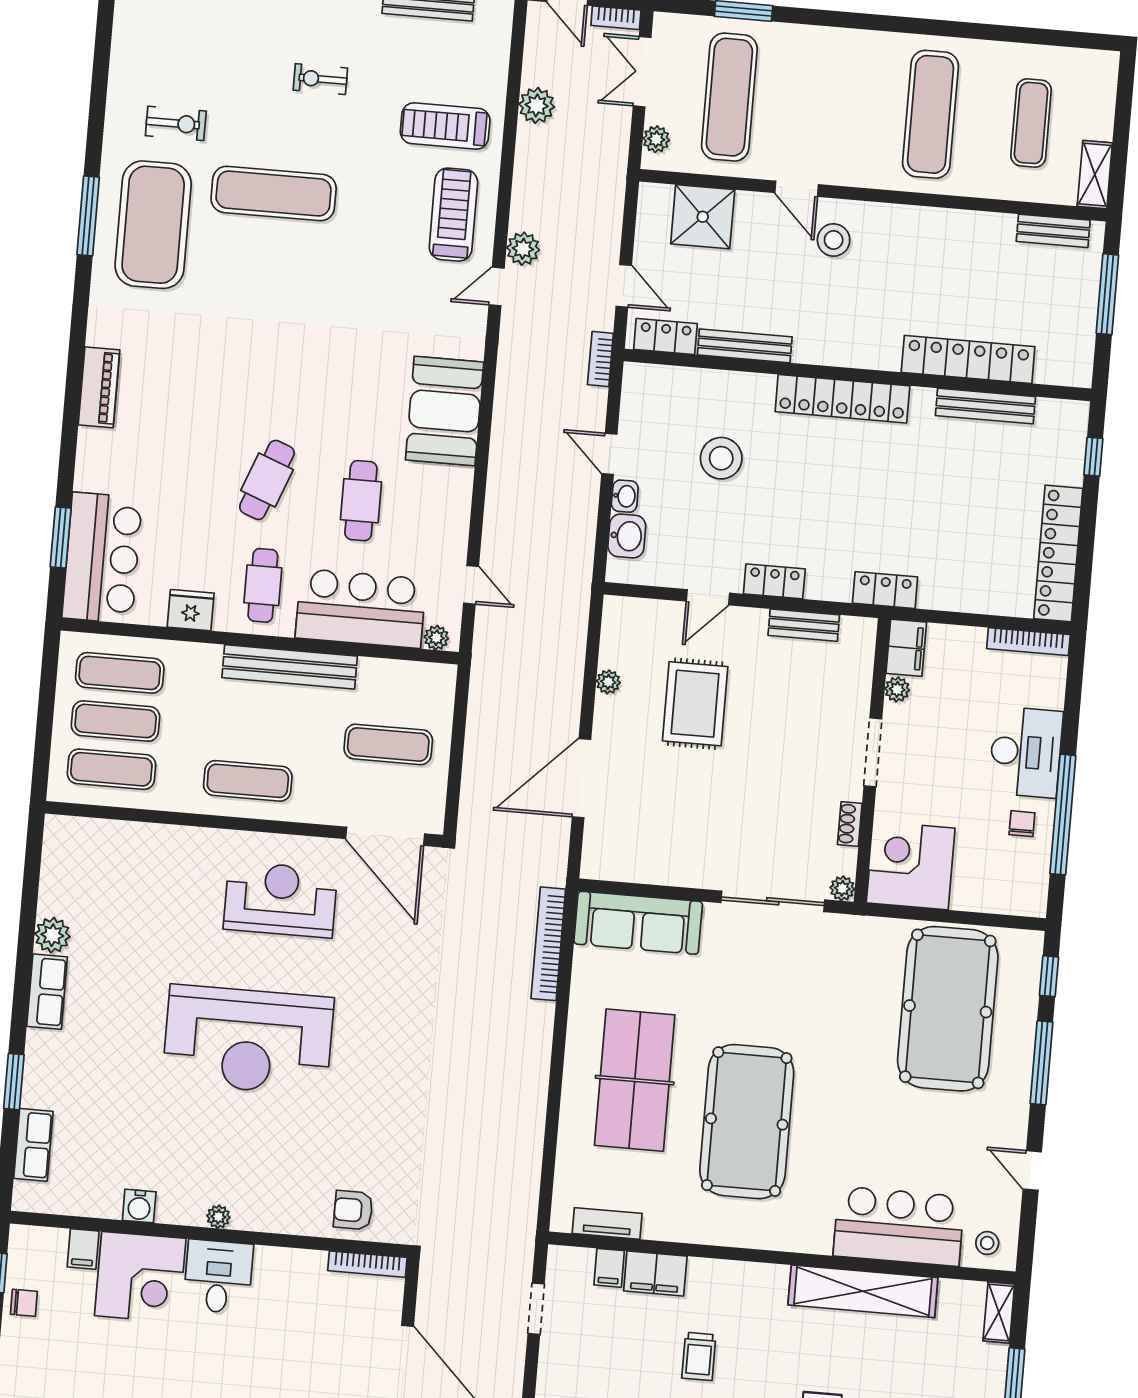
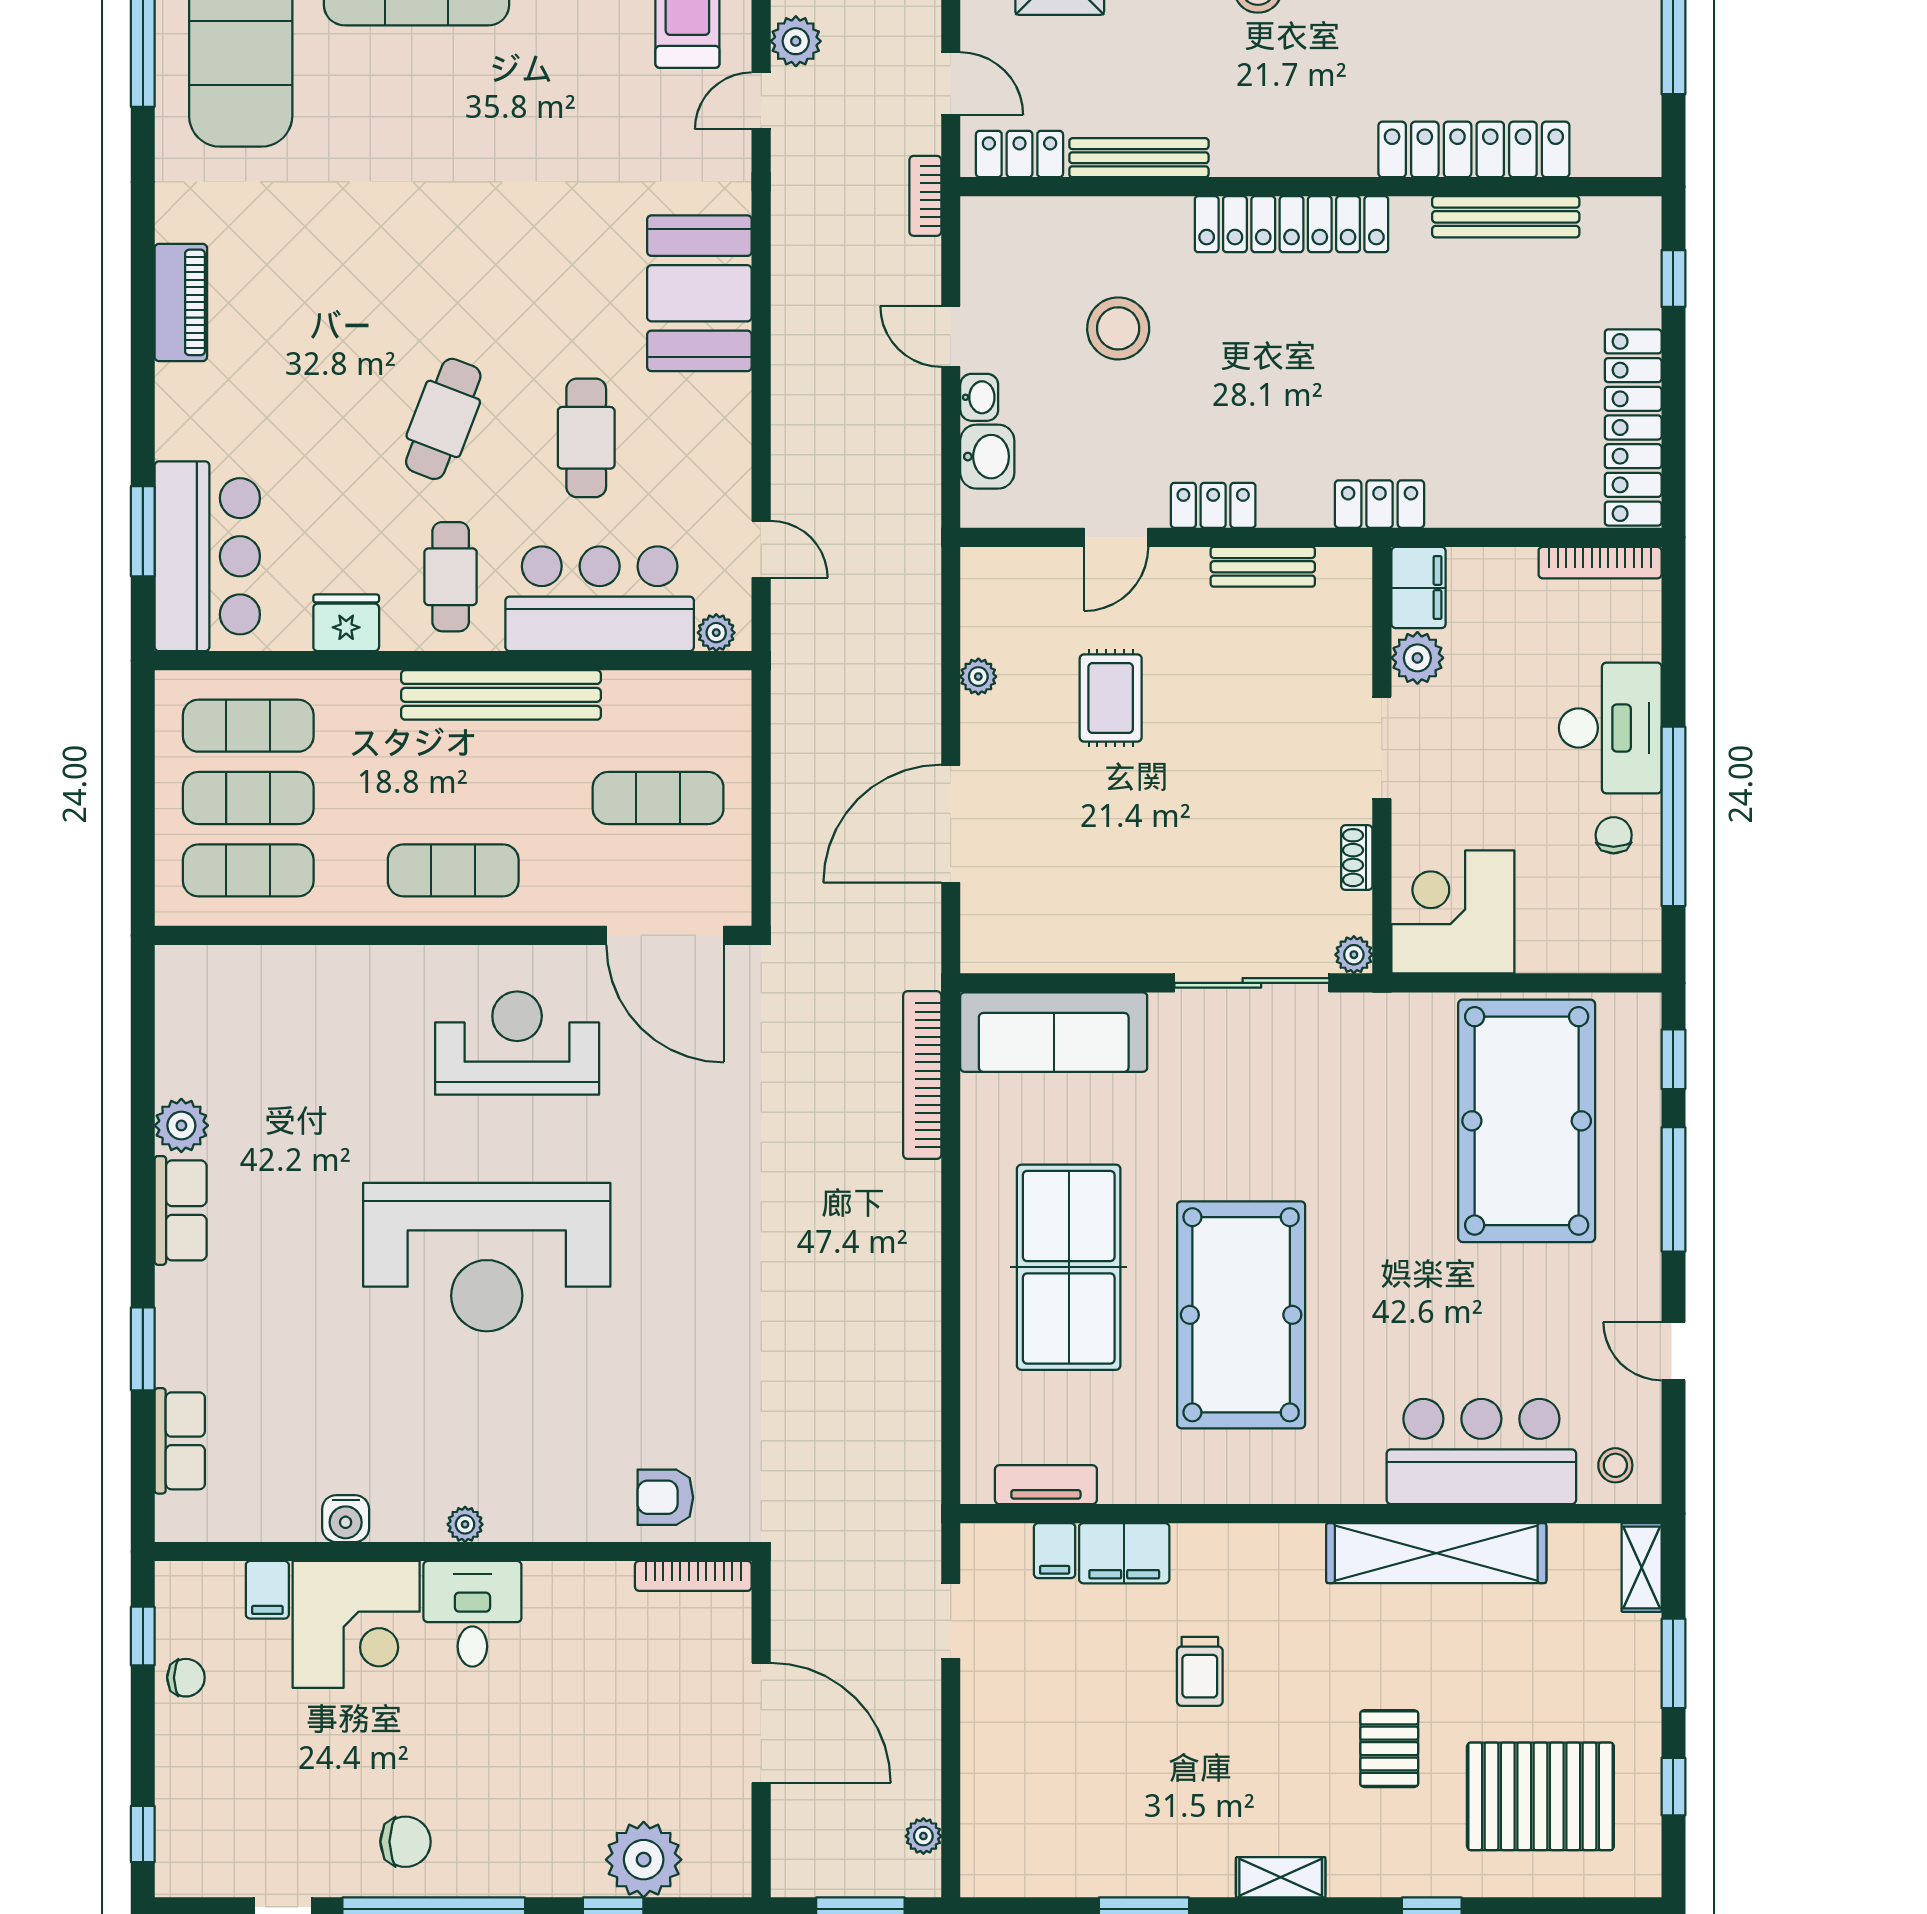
plant: (897, 689) -> (1417, 658), width x1.38, depth x1.38
rug: (695, 704) -> (1111, 698), width x0.73, depth x0.70

